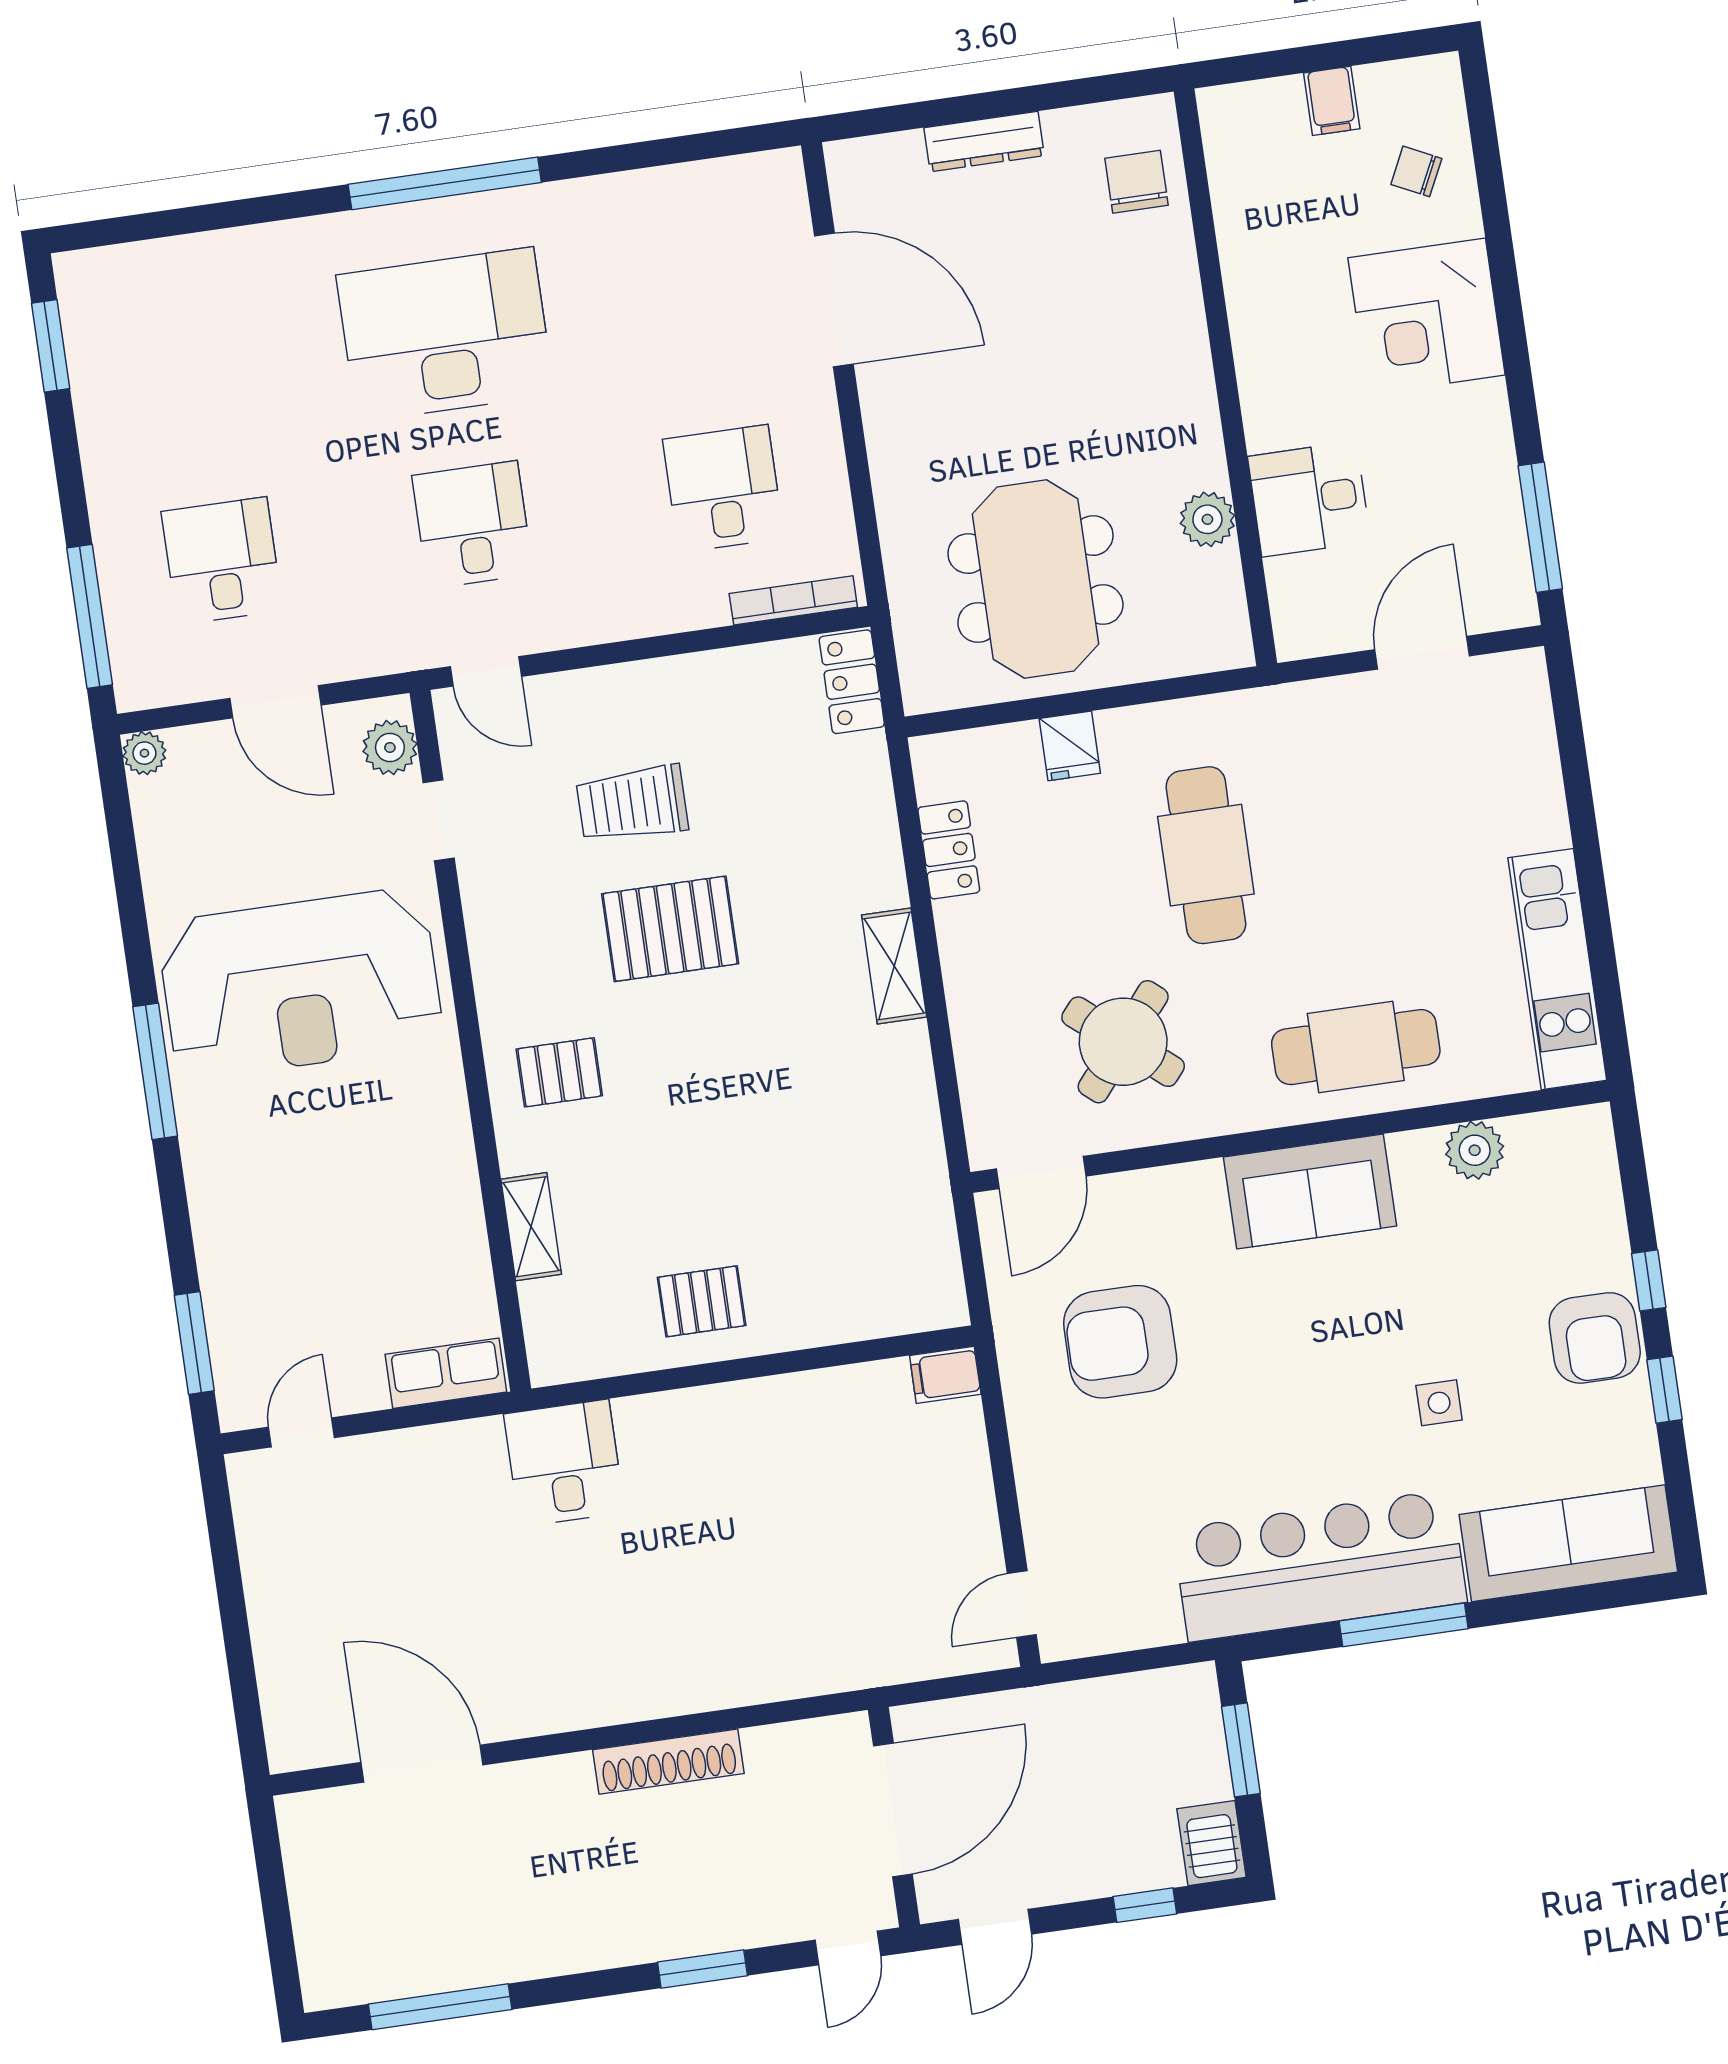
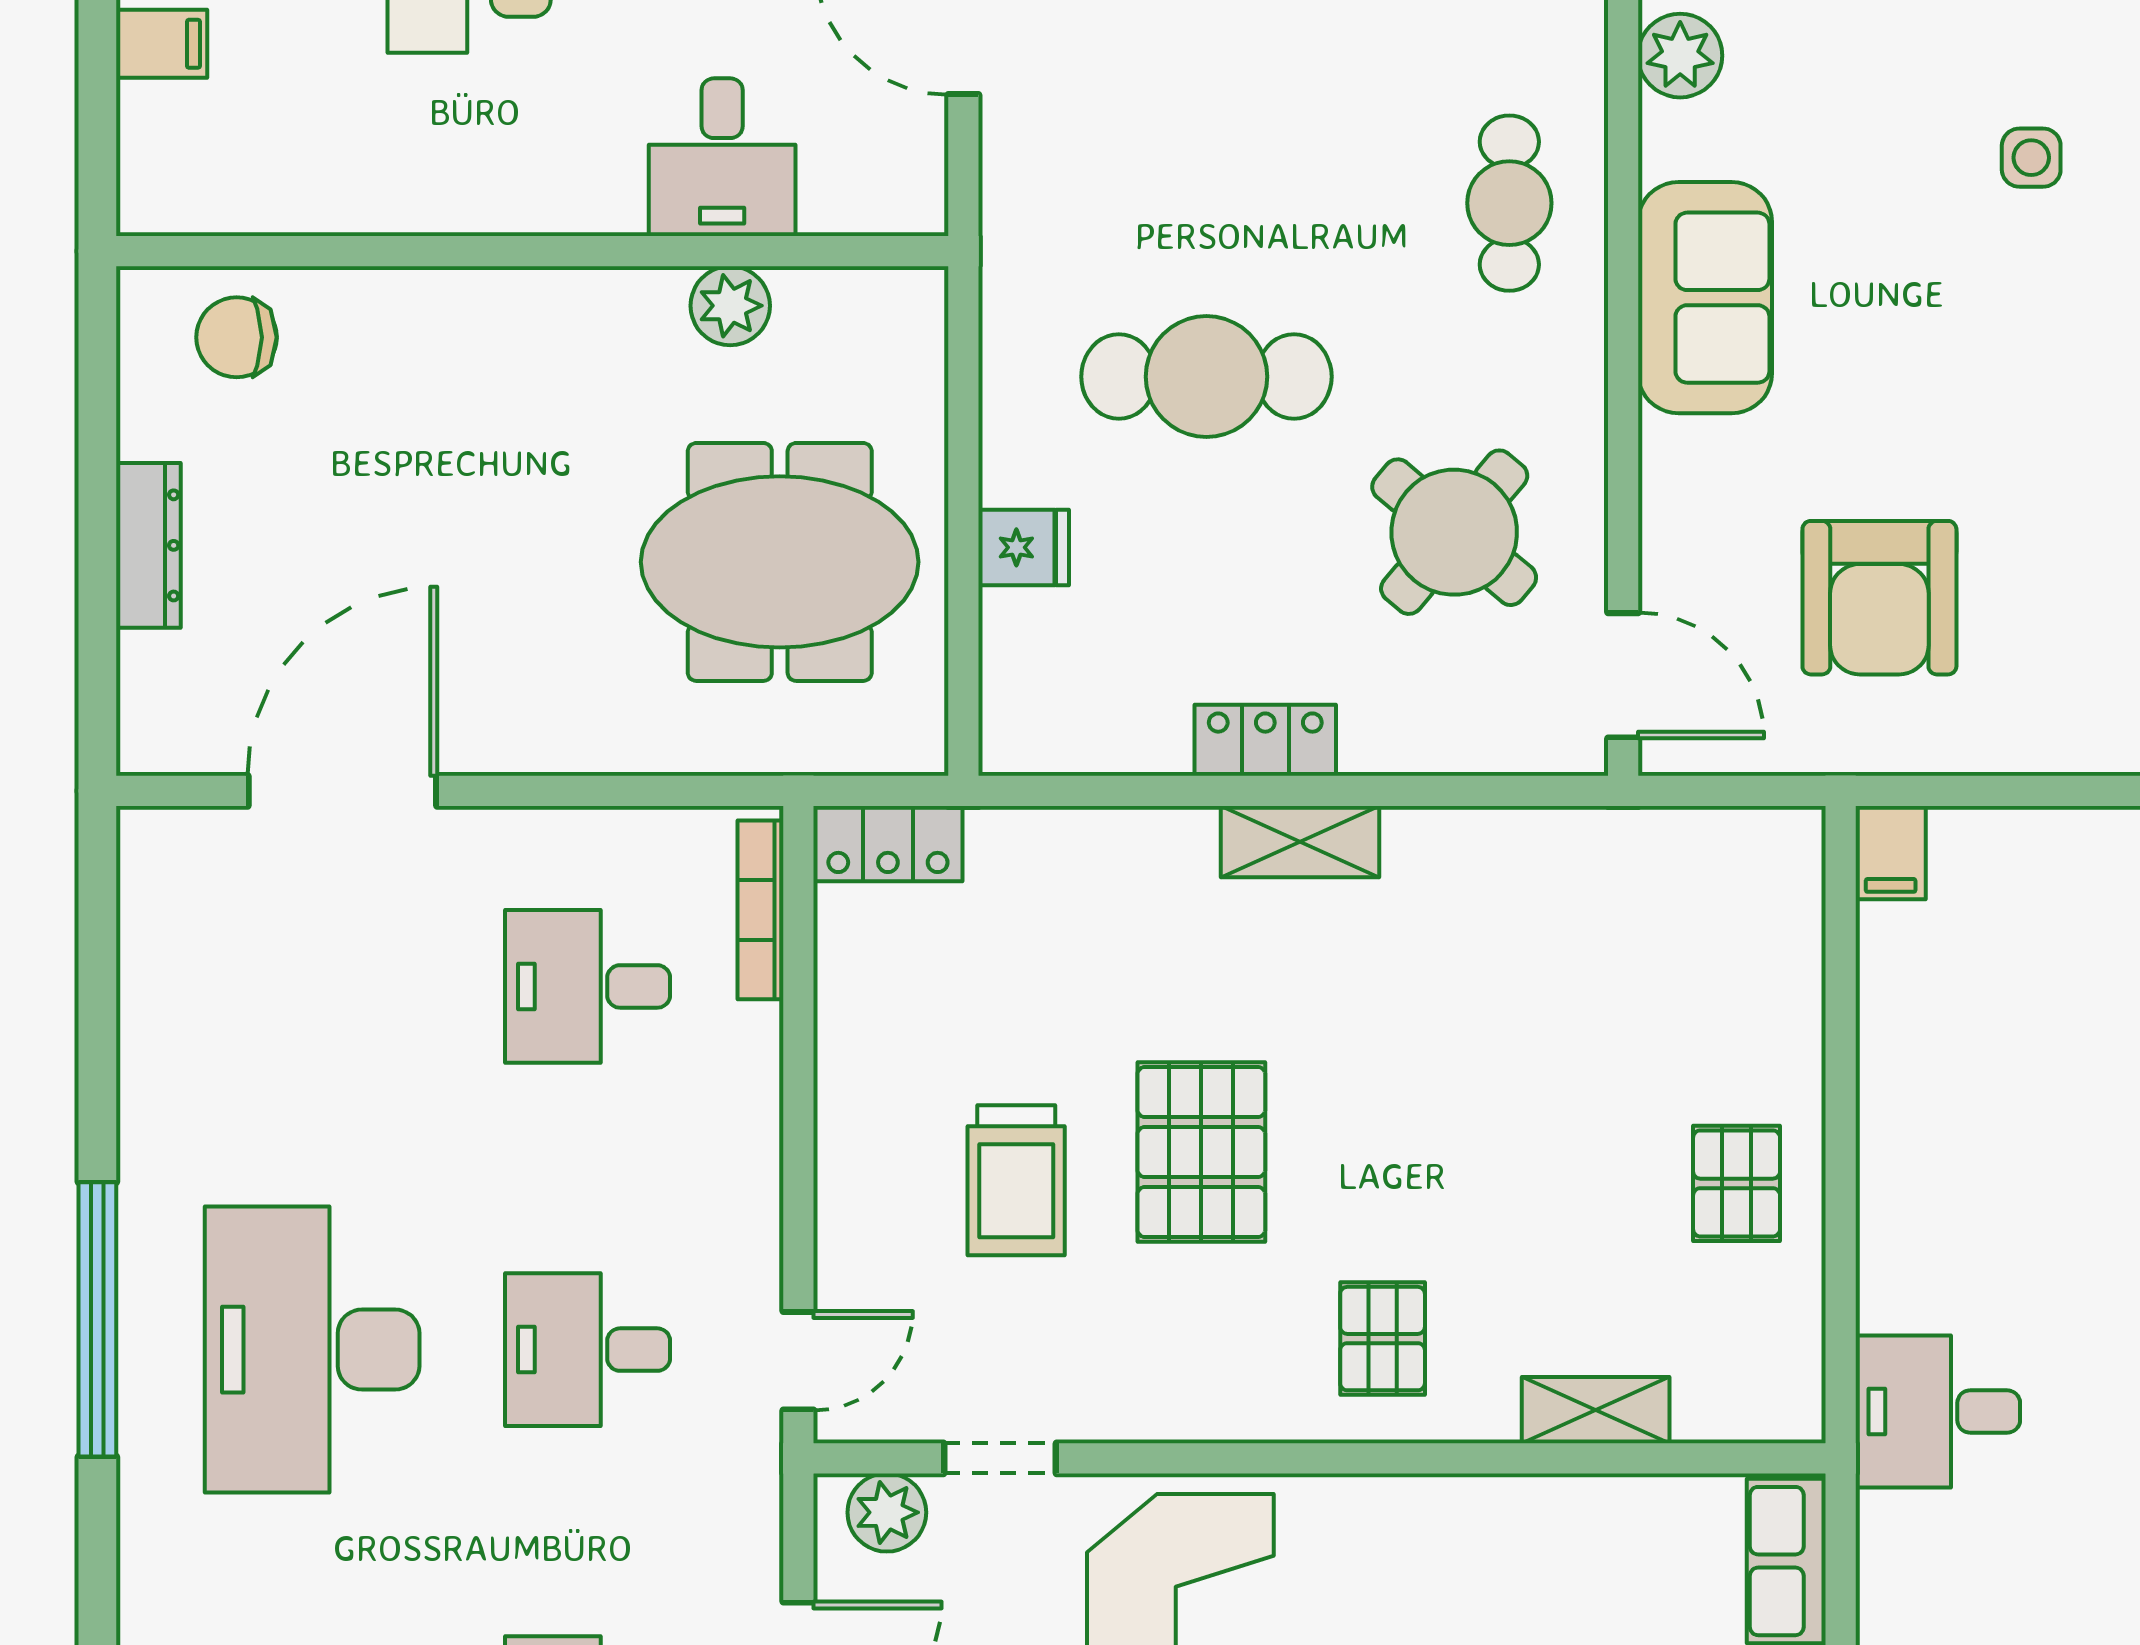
locker: (949, 850) -> (1265, 740), moved
cafe table: (1356, 1047) -> (1509, 203), width x0.73, depth x0.74

